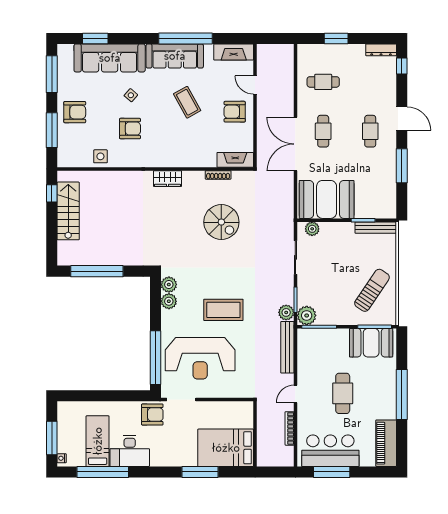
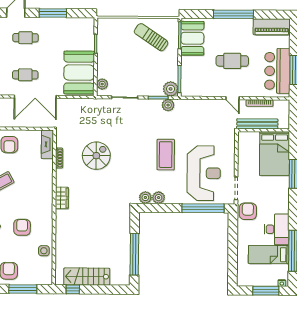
bench: (376, 228) -> (102, 34), removed
bench: (287, 347) -> (257, 124), moved

